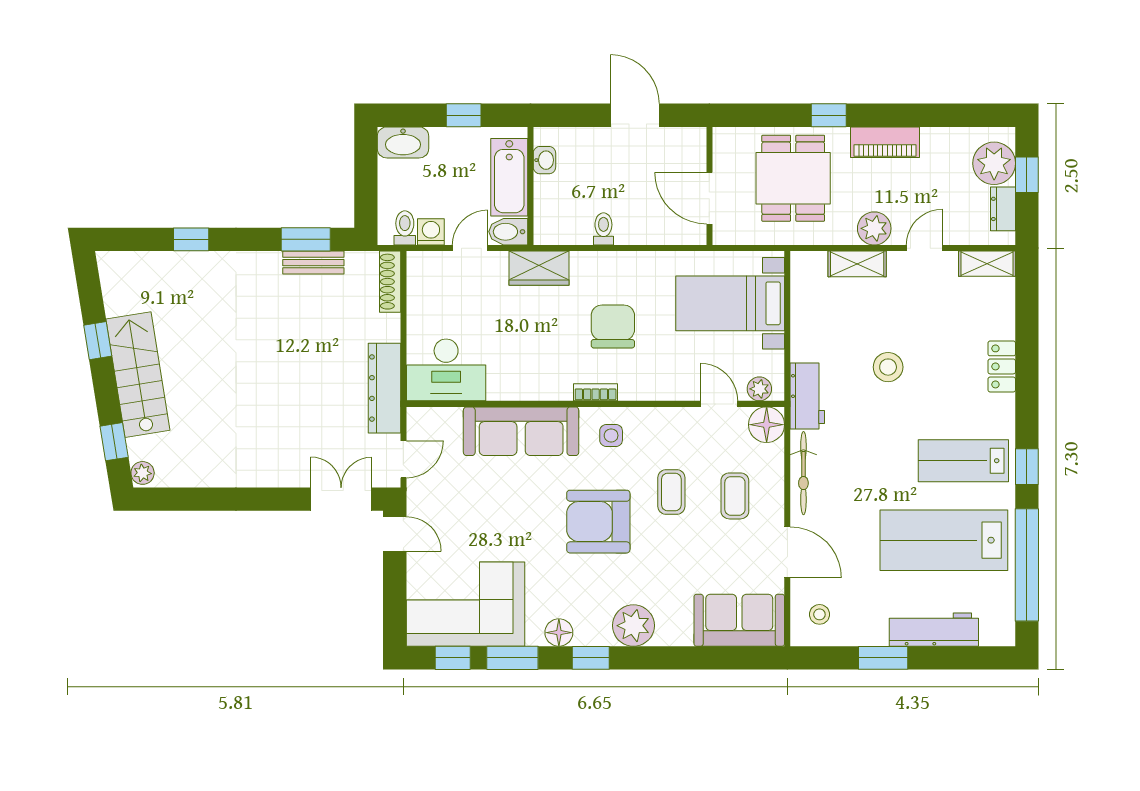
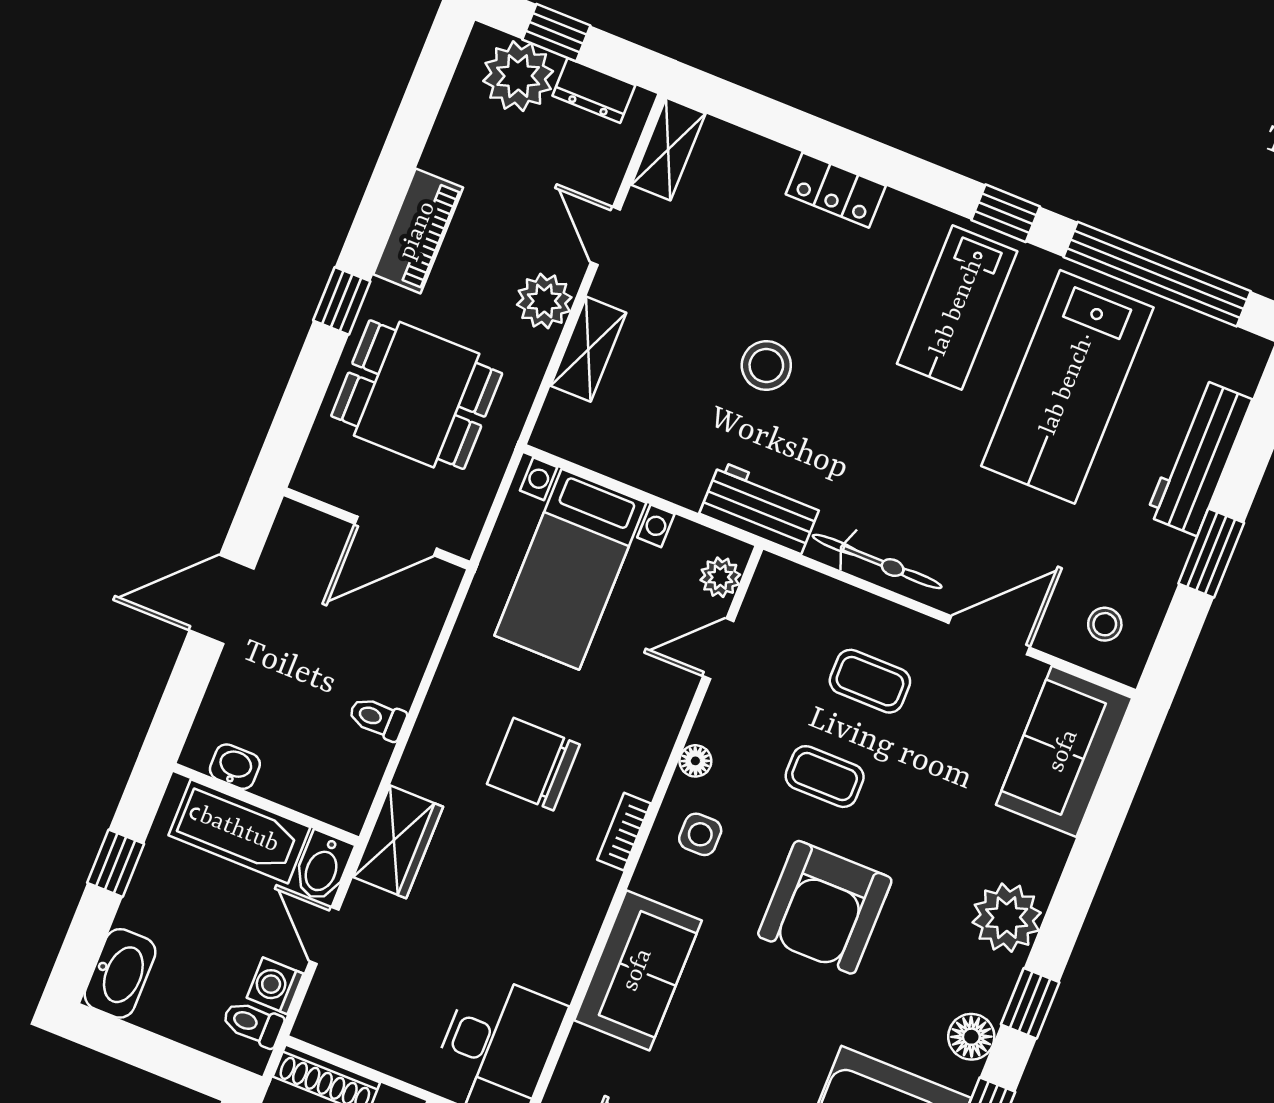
floor lamp: (767, 425) -> (695, 761), moved, width x0.53, depth x0.53
sofa: (521, 431) -> (638, 970), width x0.73

